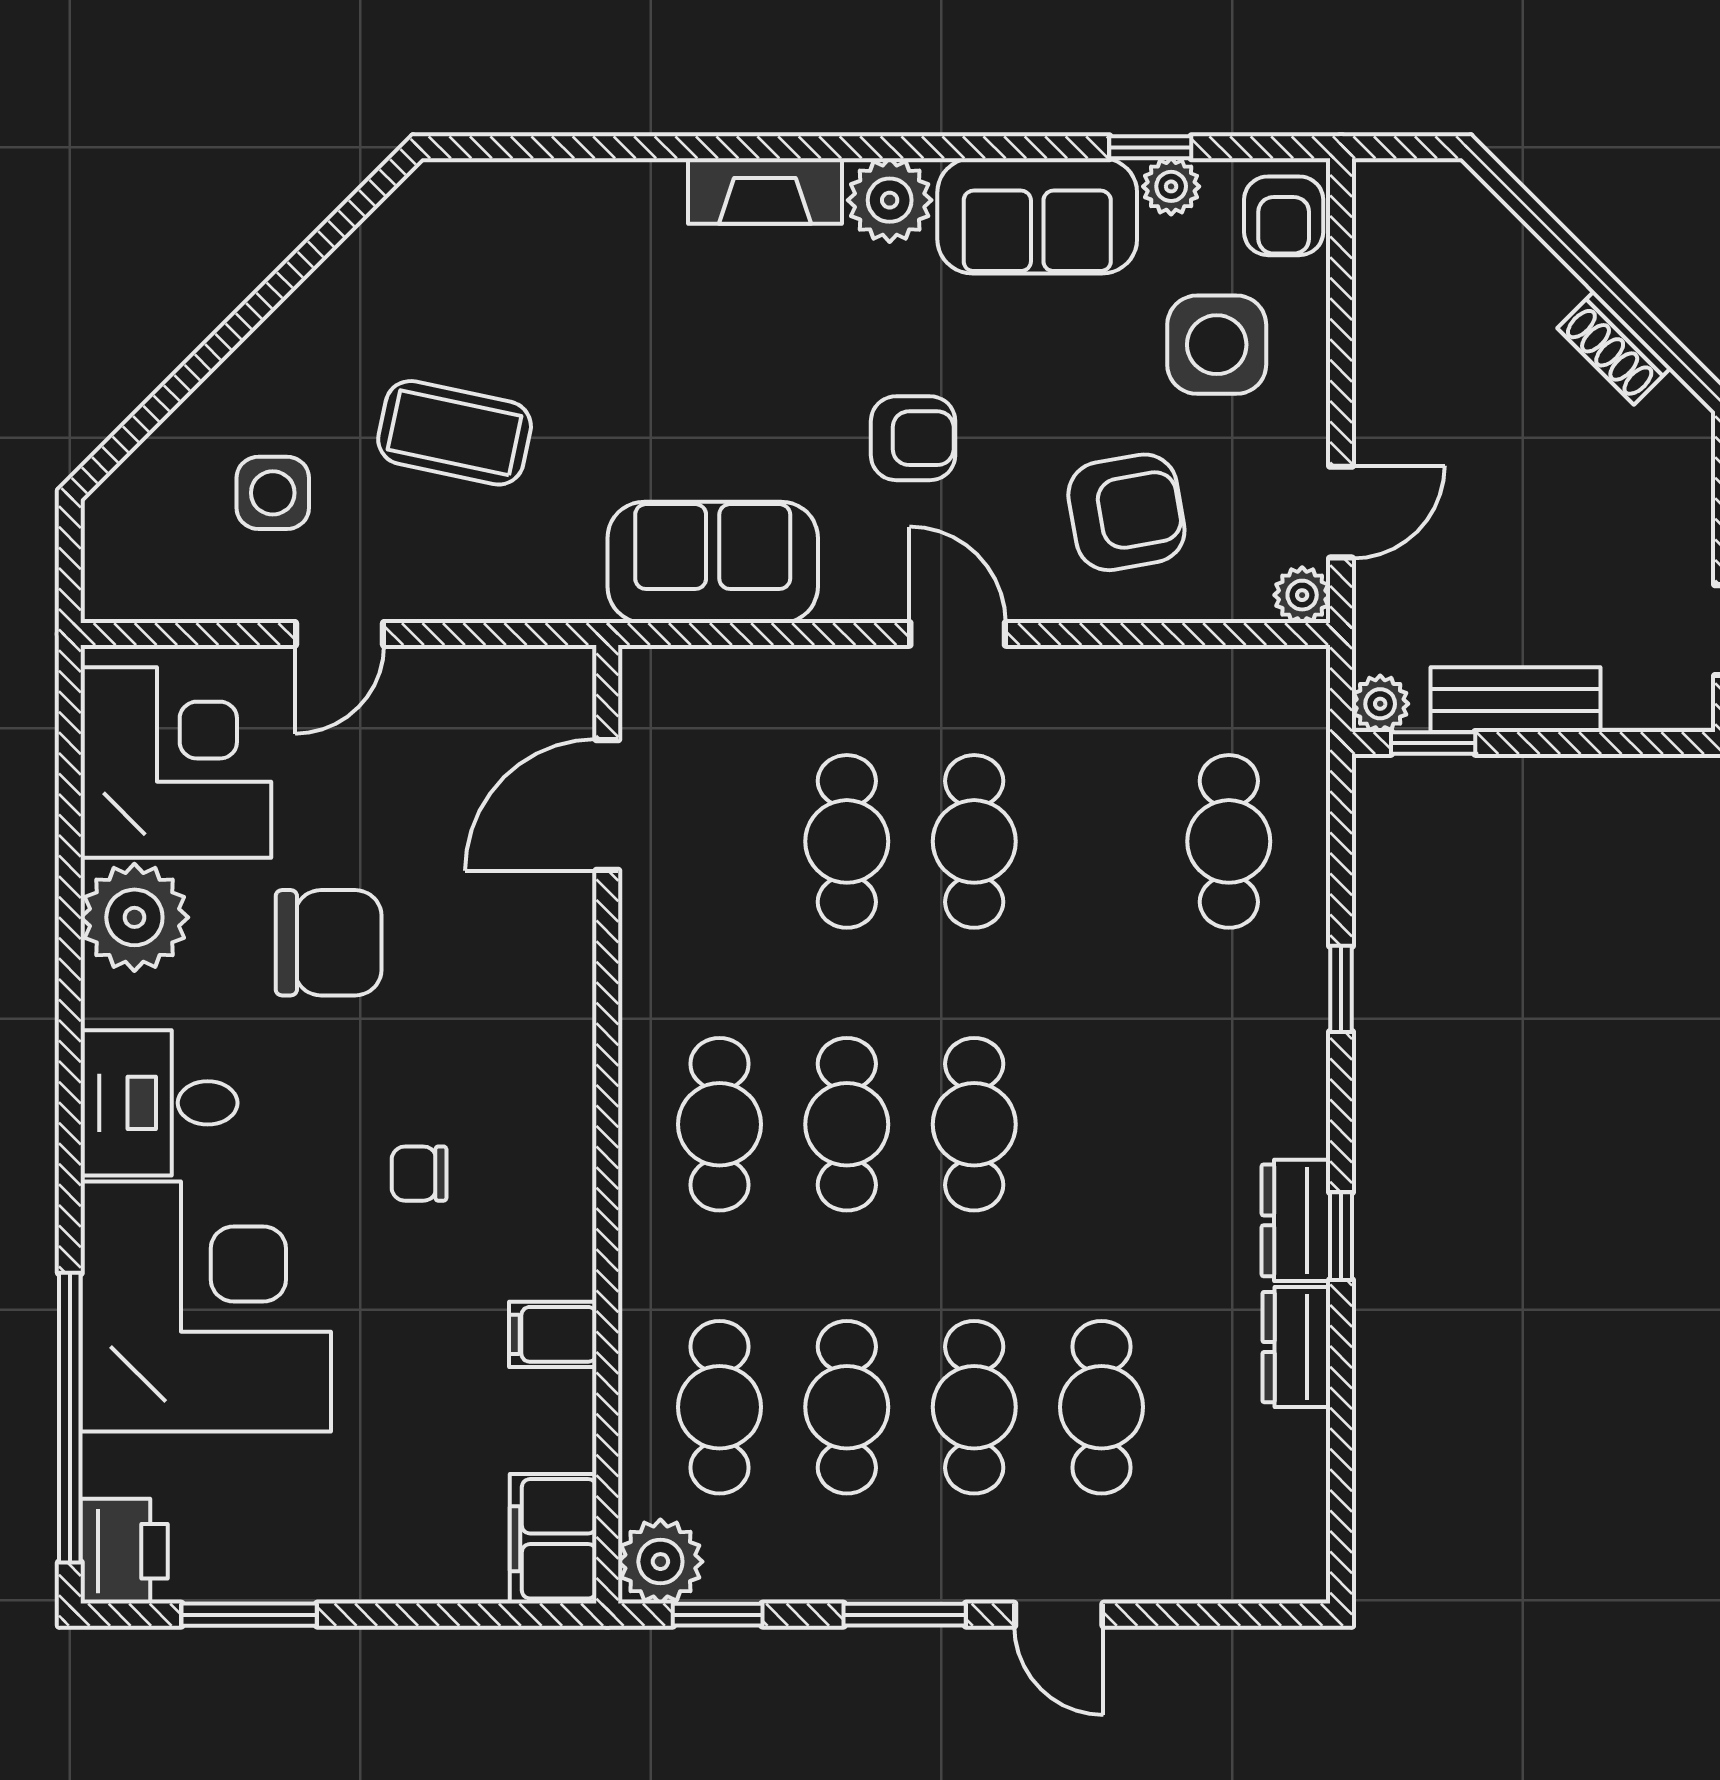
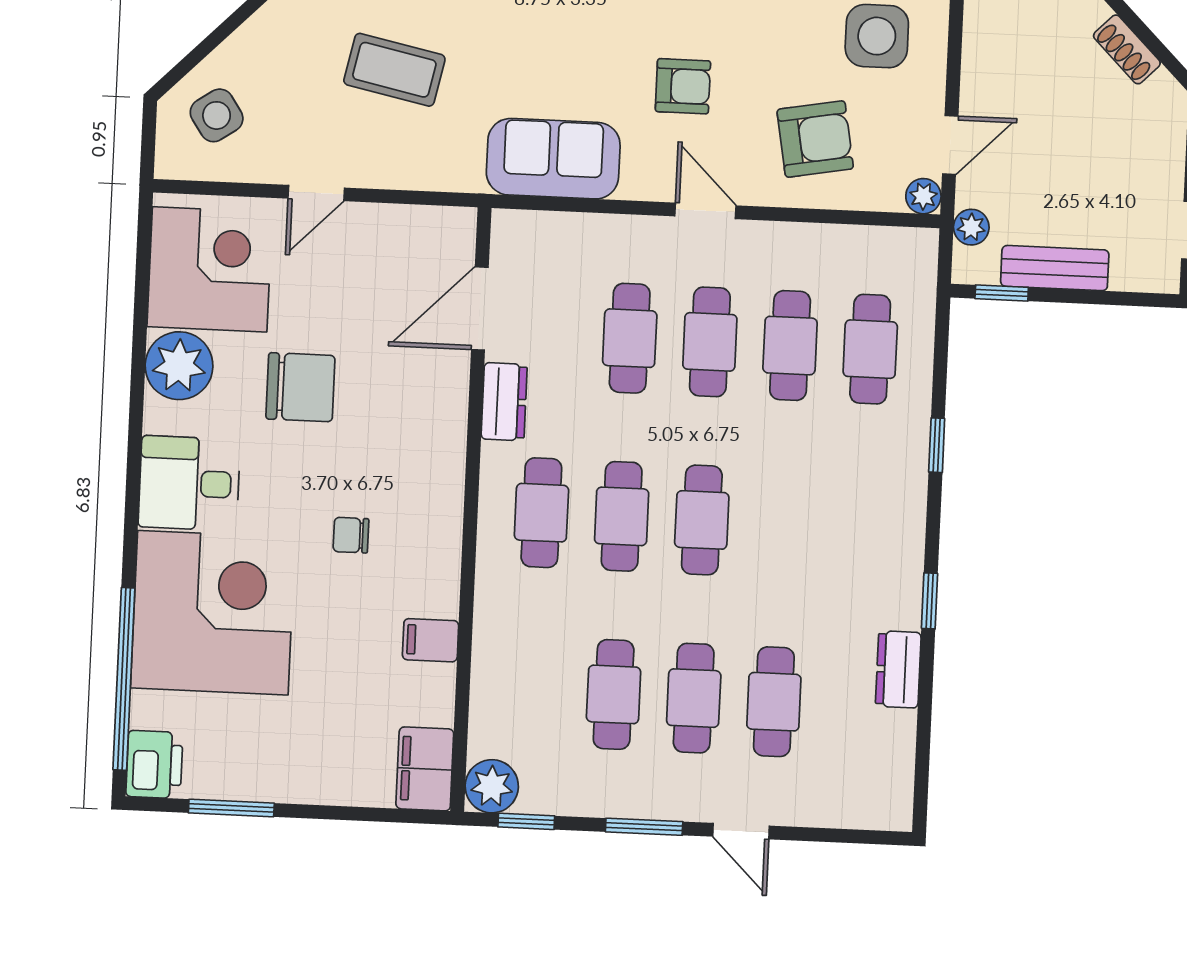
side table: (273, 493) -> (217, 115), moved, turned -34
plant: (1380, 704) -> (971, 227), moved
dresser: (1296, 1220) -> (504, 402), moved, turned 180
cafe table: (720, 1407) -> (790, 346), moved

